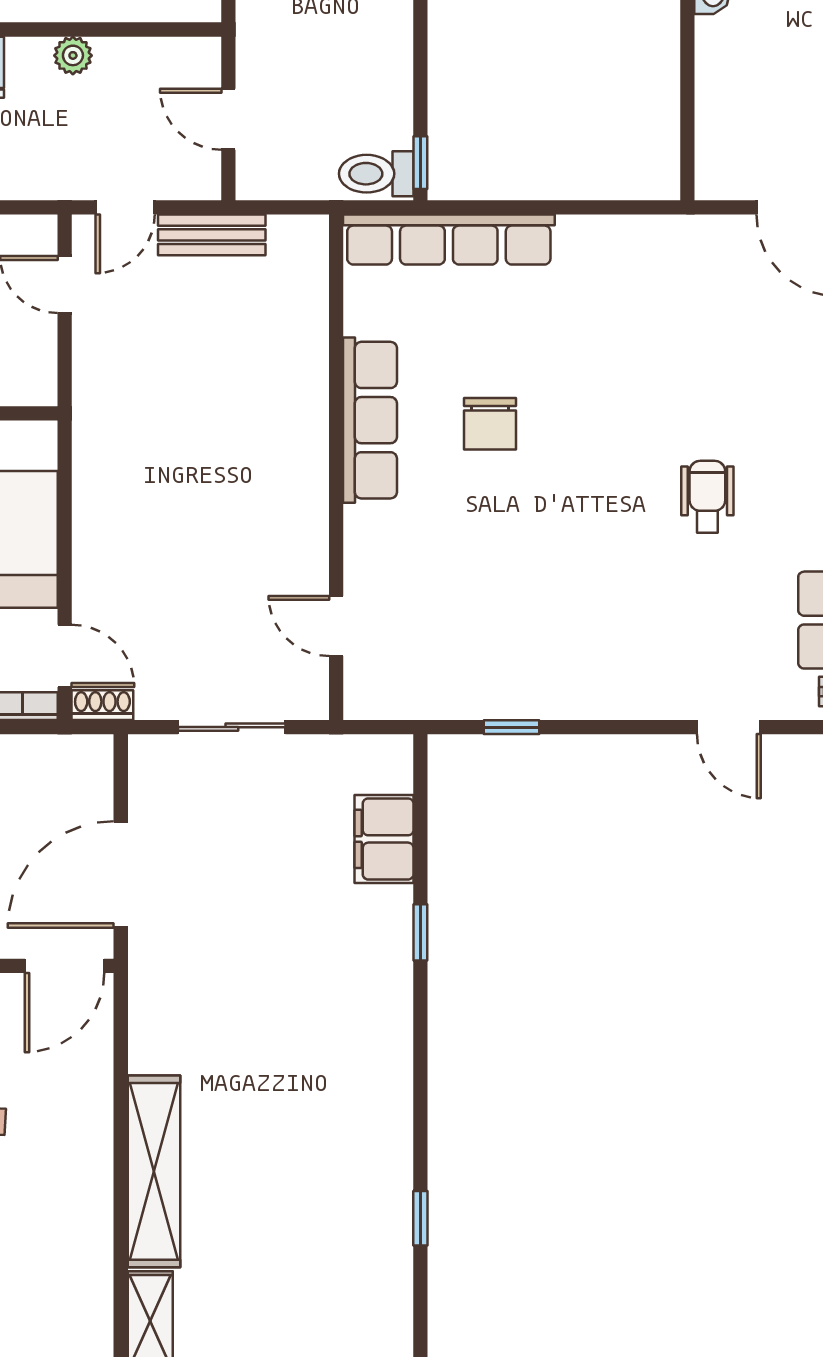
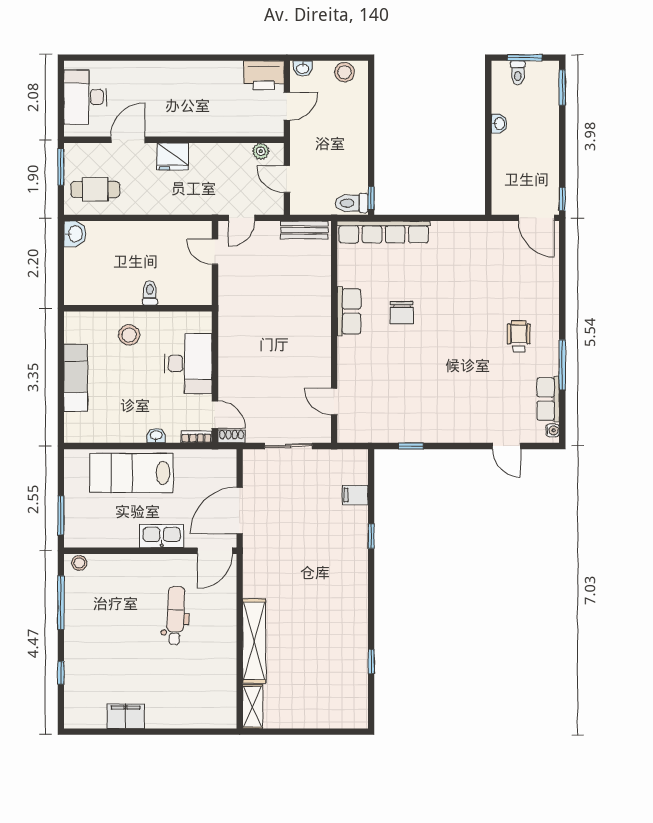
plant: (73, 55) -> (261, 151), moved
bench: (212, 235) -> (304, 230), moved
row of seats: (370, 420) -> (349, 311), width x0.68
wheelchair: (707, 497) -> (519, 336), moved
filing cabinet: (384, 839) -> (355, 495), width x0.50

